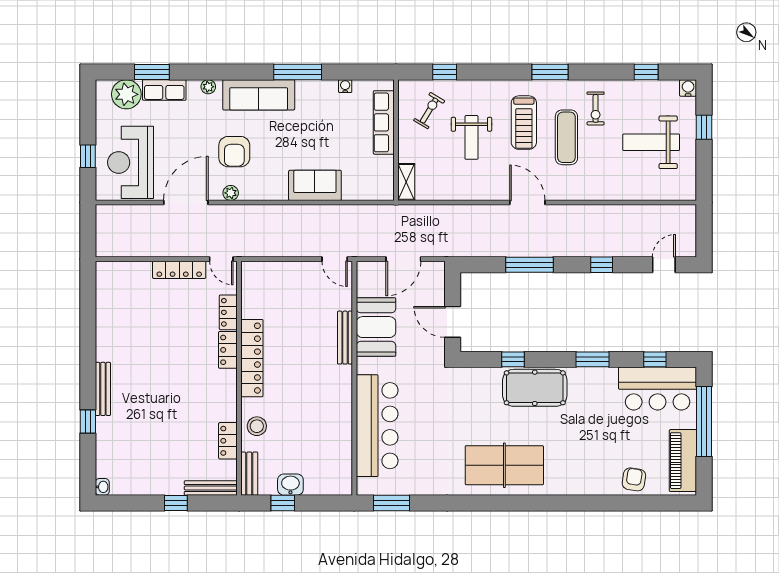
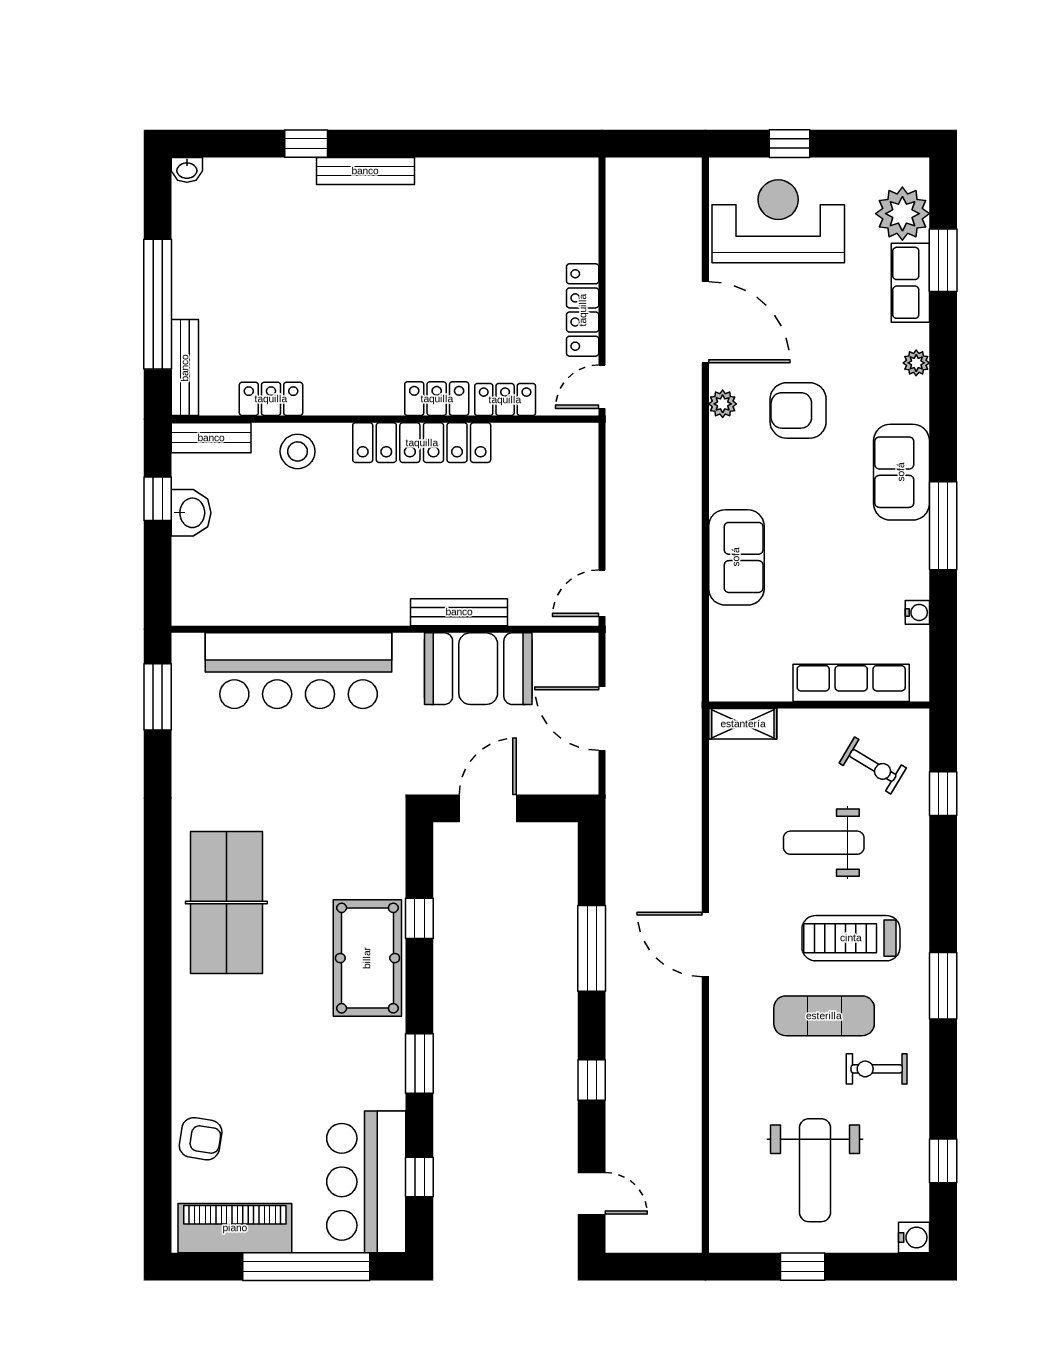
sofa: (259, 95) -> (901, 472), width x0.73
window: (704, 127) -> (803, 1267), moved
weight bench: (651, 142) -> (815, 1170), turned 180
door: (527, 202) -> (705, 944), swing flipped
window: (176, 503) -> (158, 304), width x3.17

